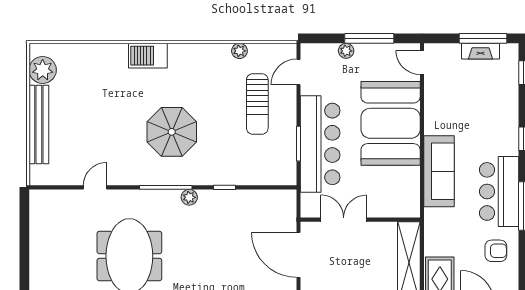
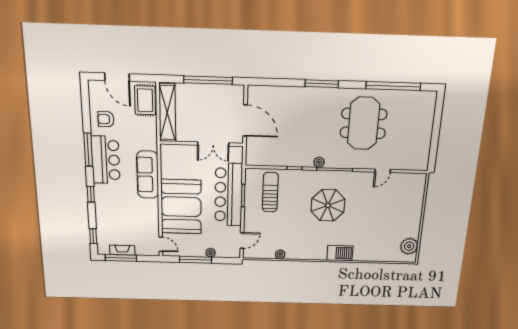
sun lounger: (257, 104) -> (270, 192), moved
bench: (39, 124) -> (416, 212), removed

